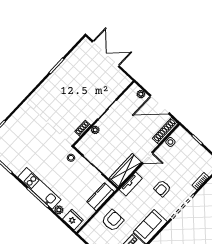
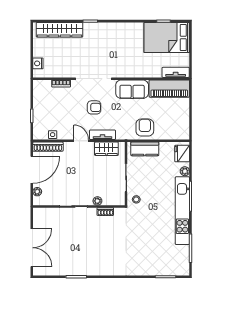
double door: (106, 54) -> (32, 248), swing flipped
door: (160, 105) -> (32, 170), hinge flipped
wardrobe: (126, 170) -> (106, 149), width x0.67
tv unit: (131, 184) -> (102, 135), moved
kitchen unit: (39, 188) -> (182, 211), width x1.36
armchair: (113, 220) -> (145, 128), moved, turned 90

